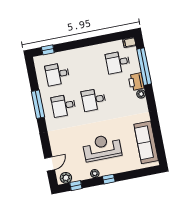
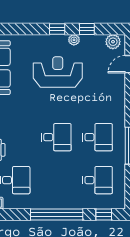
window: (82, 43) -> (57, 214), added
reception desk: (102, 148) -> (58, 72), turned 180
window: (76, 186) -> (87, 29), moved

